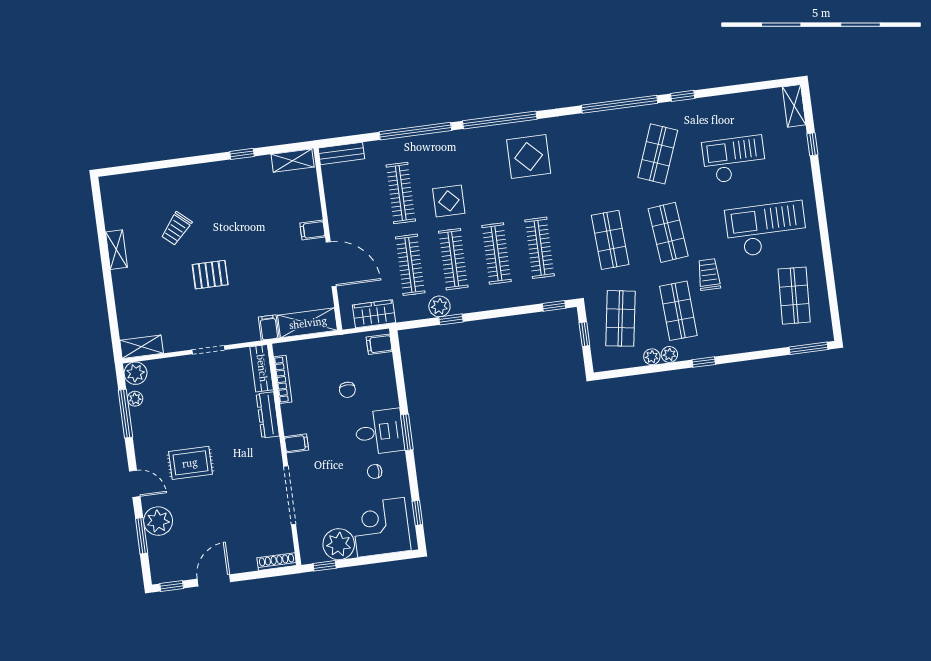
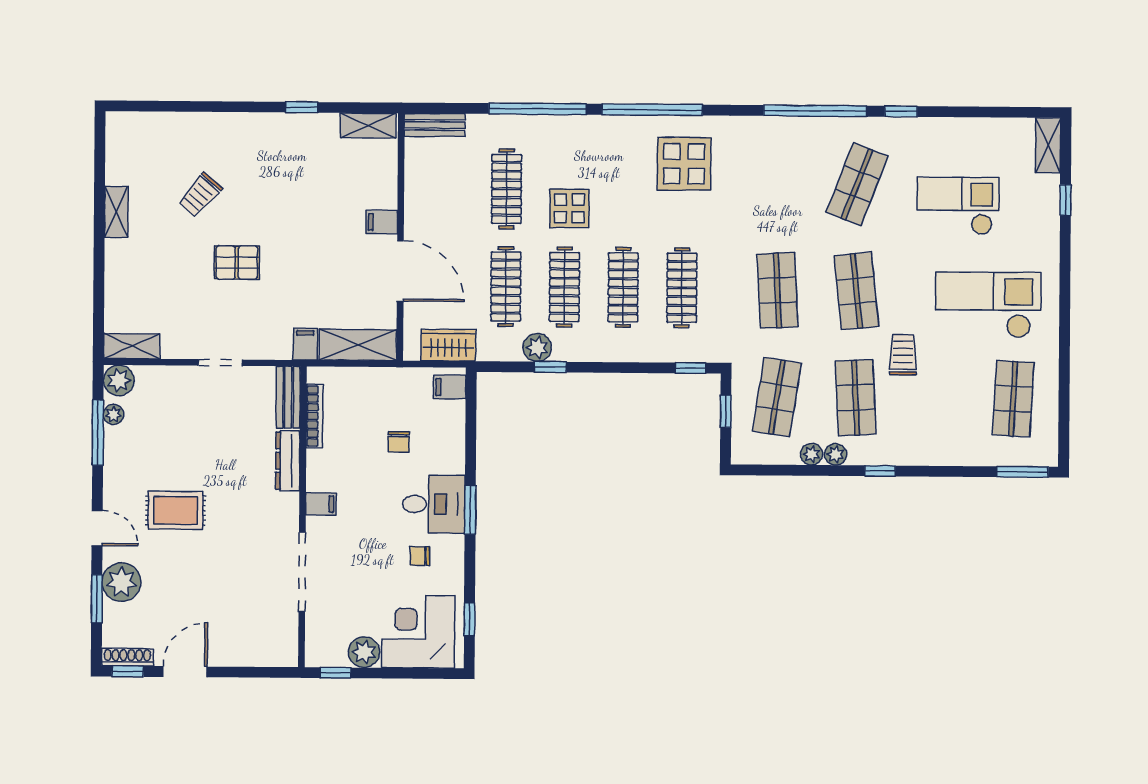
plant: (339, 544) -> (364, 652), width x0.73, depth x0.73
shoe rack: (277, 562) -> (127, 657), moved

